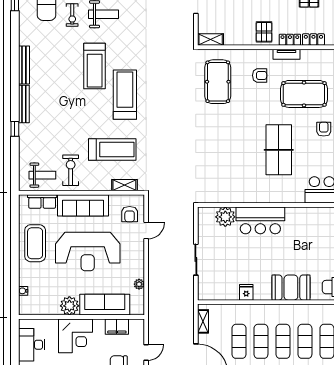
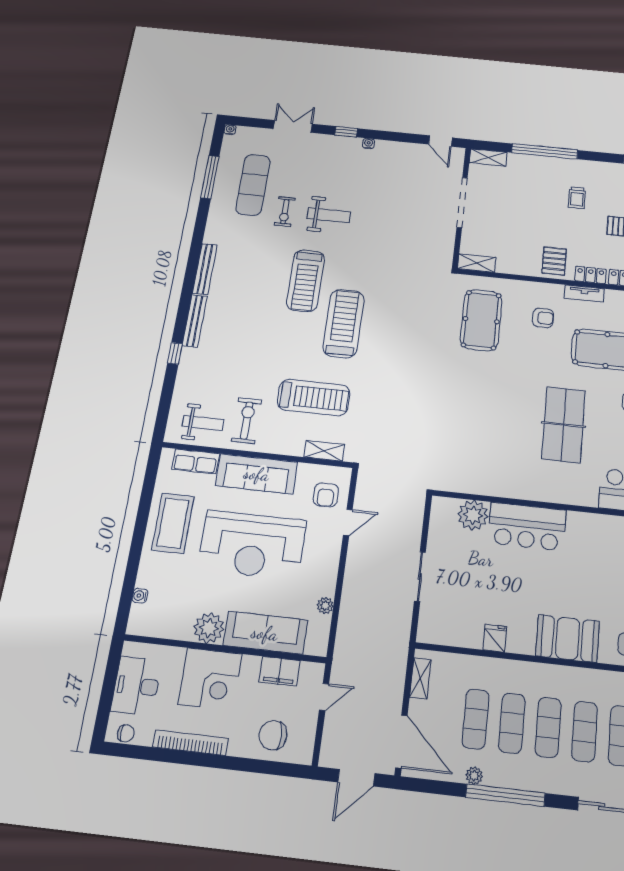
door: (146, 352) -> (324, 697), moved

